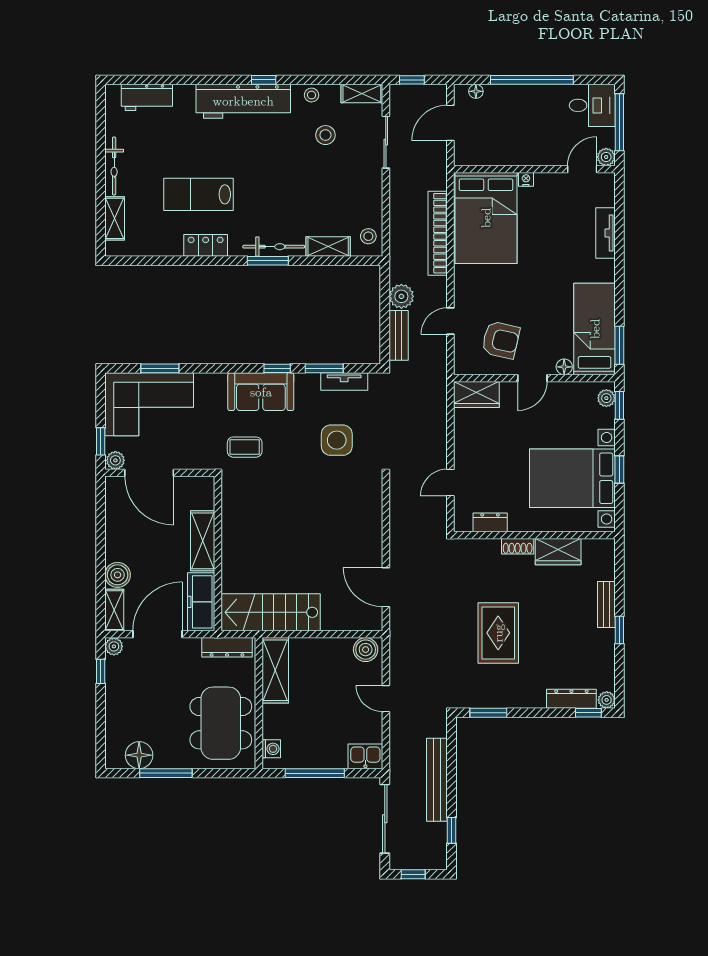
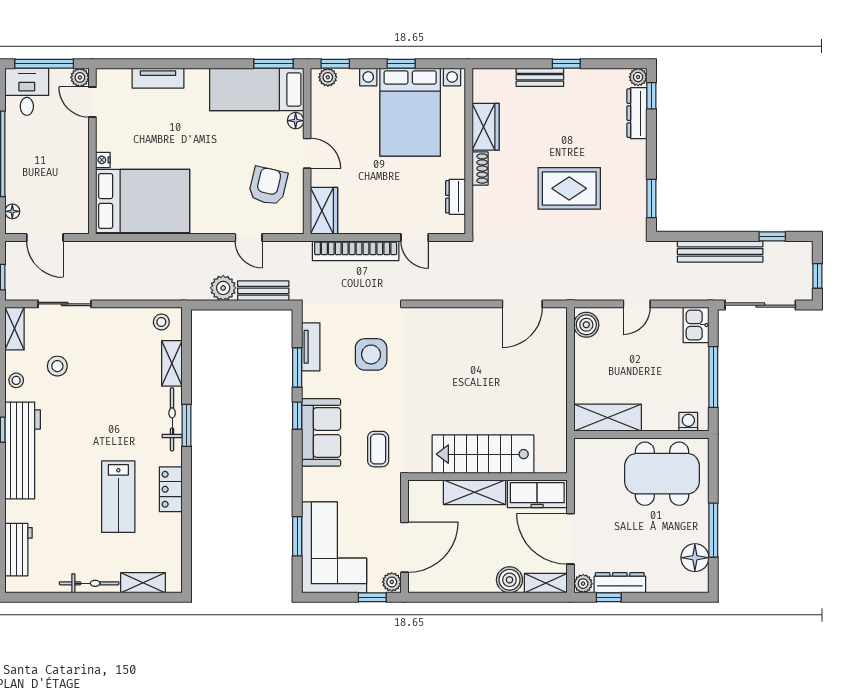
bookcase: (438, 233) -> (356, 251), moved
stairs: (271, 612) -> (483, 454), moved, turned 90
dresser: (227, 647) -> (620, 583), moved, turned -90

